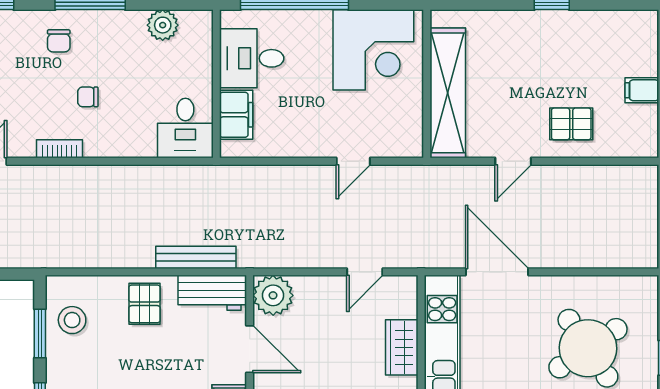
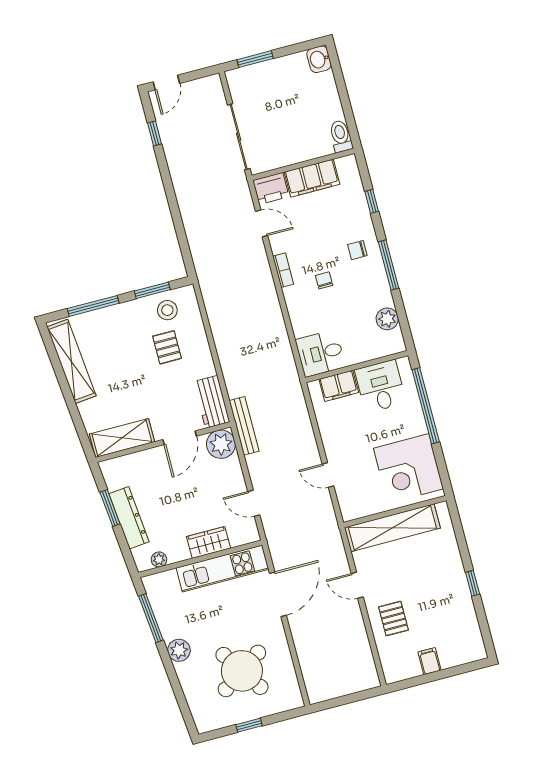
bench: (196, 257) -> (244, 426), moved
pallet: (145, 304) -> (167, 347), moved, turned 90

